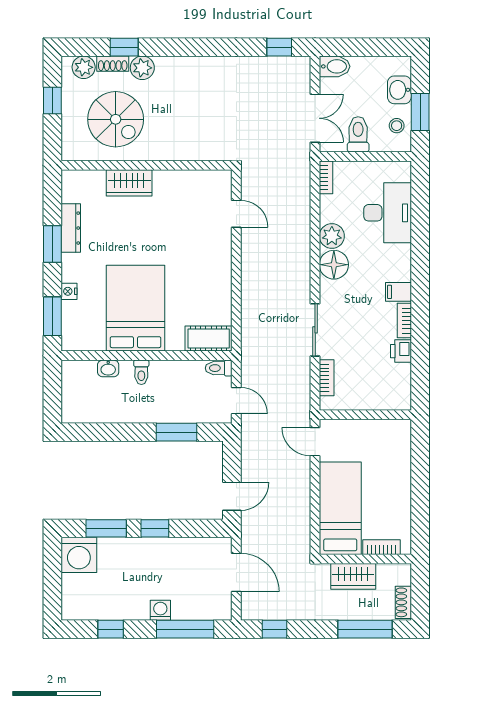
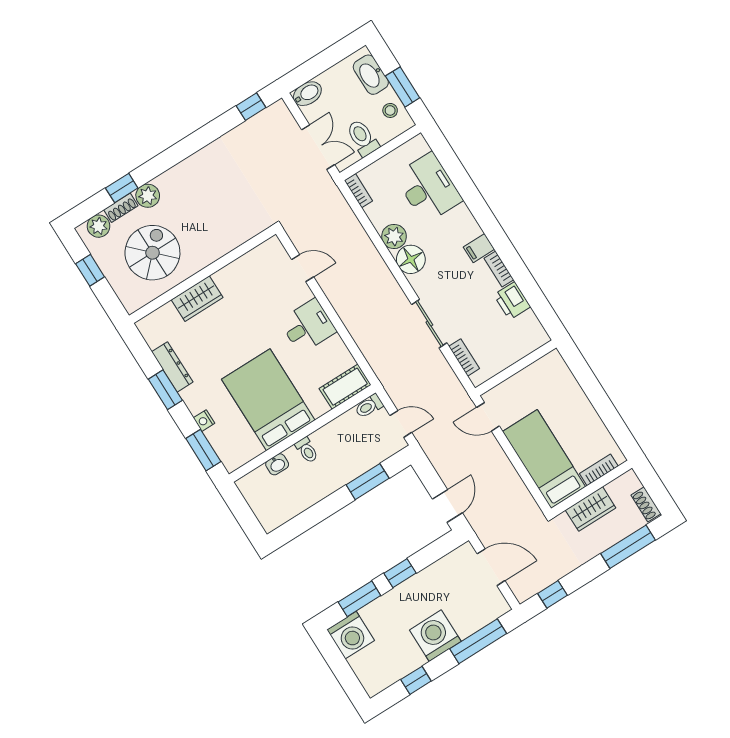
washbasin: (399, 90) -> (371, 75), width x1.38
spiral stairs: (116, 119) -> (152, 253), turned -90
desk: (209, 266) -> (308, 326), added
printer: (401, 351) -> (512, 301), width x1.36, depth x1.24
washing machine: (160, 610) -> (435, 636), width x1.89, depth x1.89

